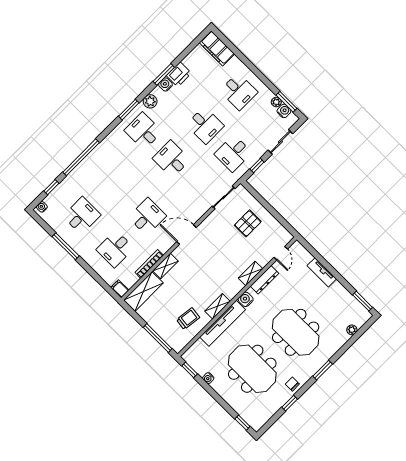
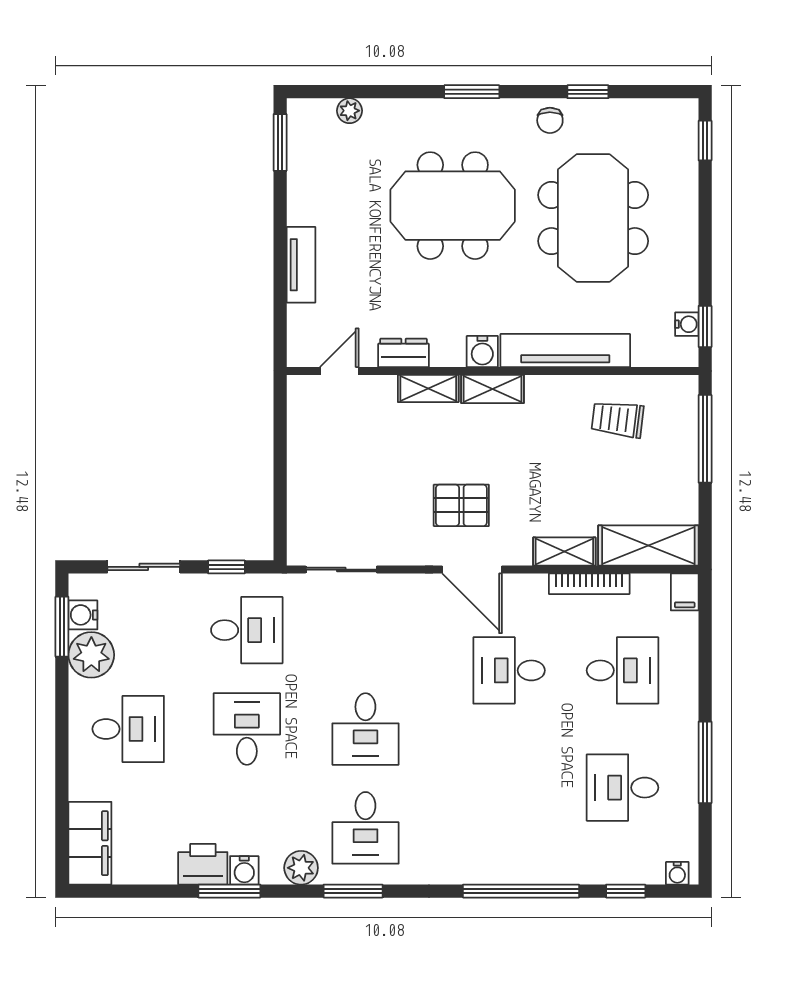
desk: (239, 92) -> (128, 729), turned 90
plant: (276, 102) -> (91, 655), width x1.87, depth x1.87
pallet: (248, 223) -> (461, 505), moved
dresser: (264, 280) -> (403, 353), width x0.70
shelving: (218, 306) -> (493, 389), moved
meeting table: (296, 332) -> (453, 206), turned 90
water cooler: (208, 378) -> (687, 324), moved

